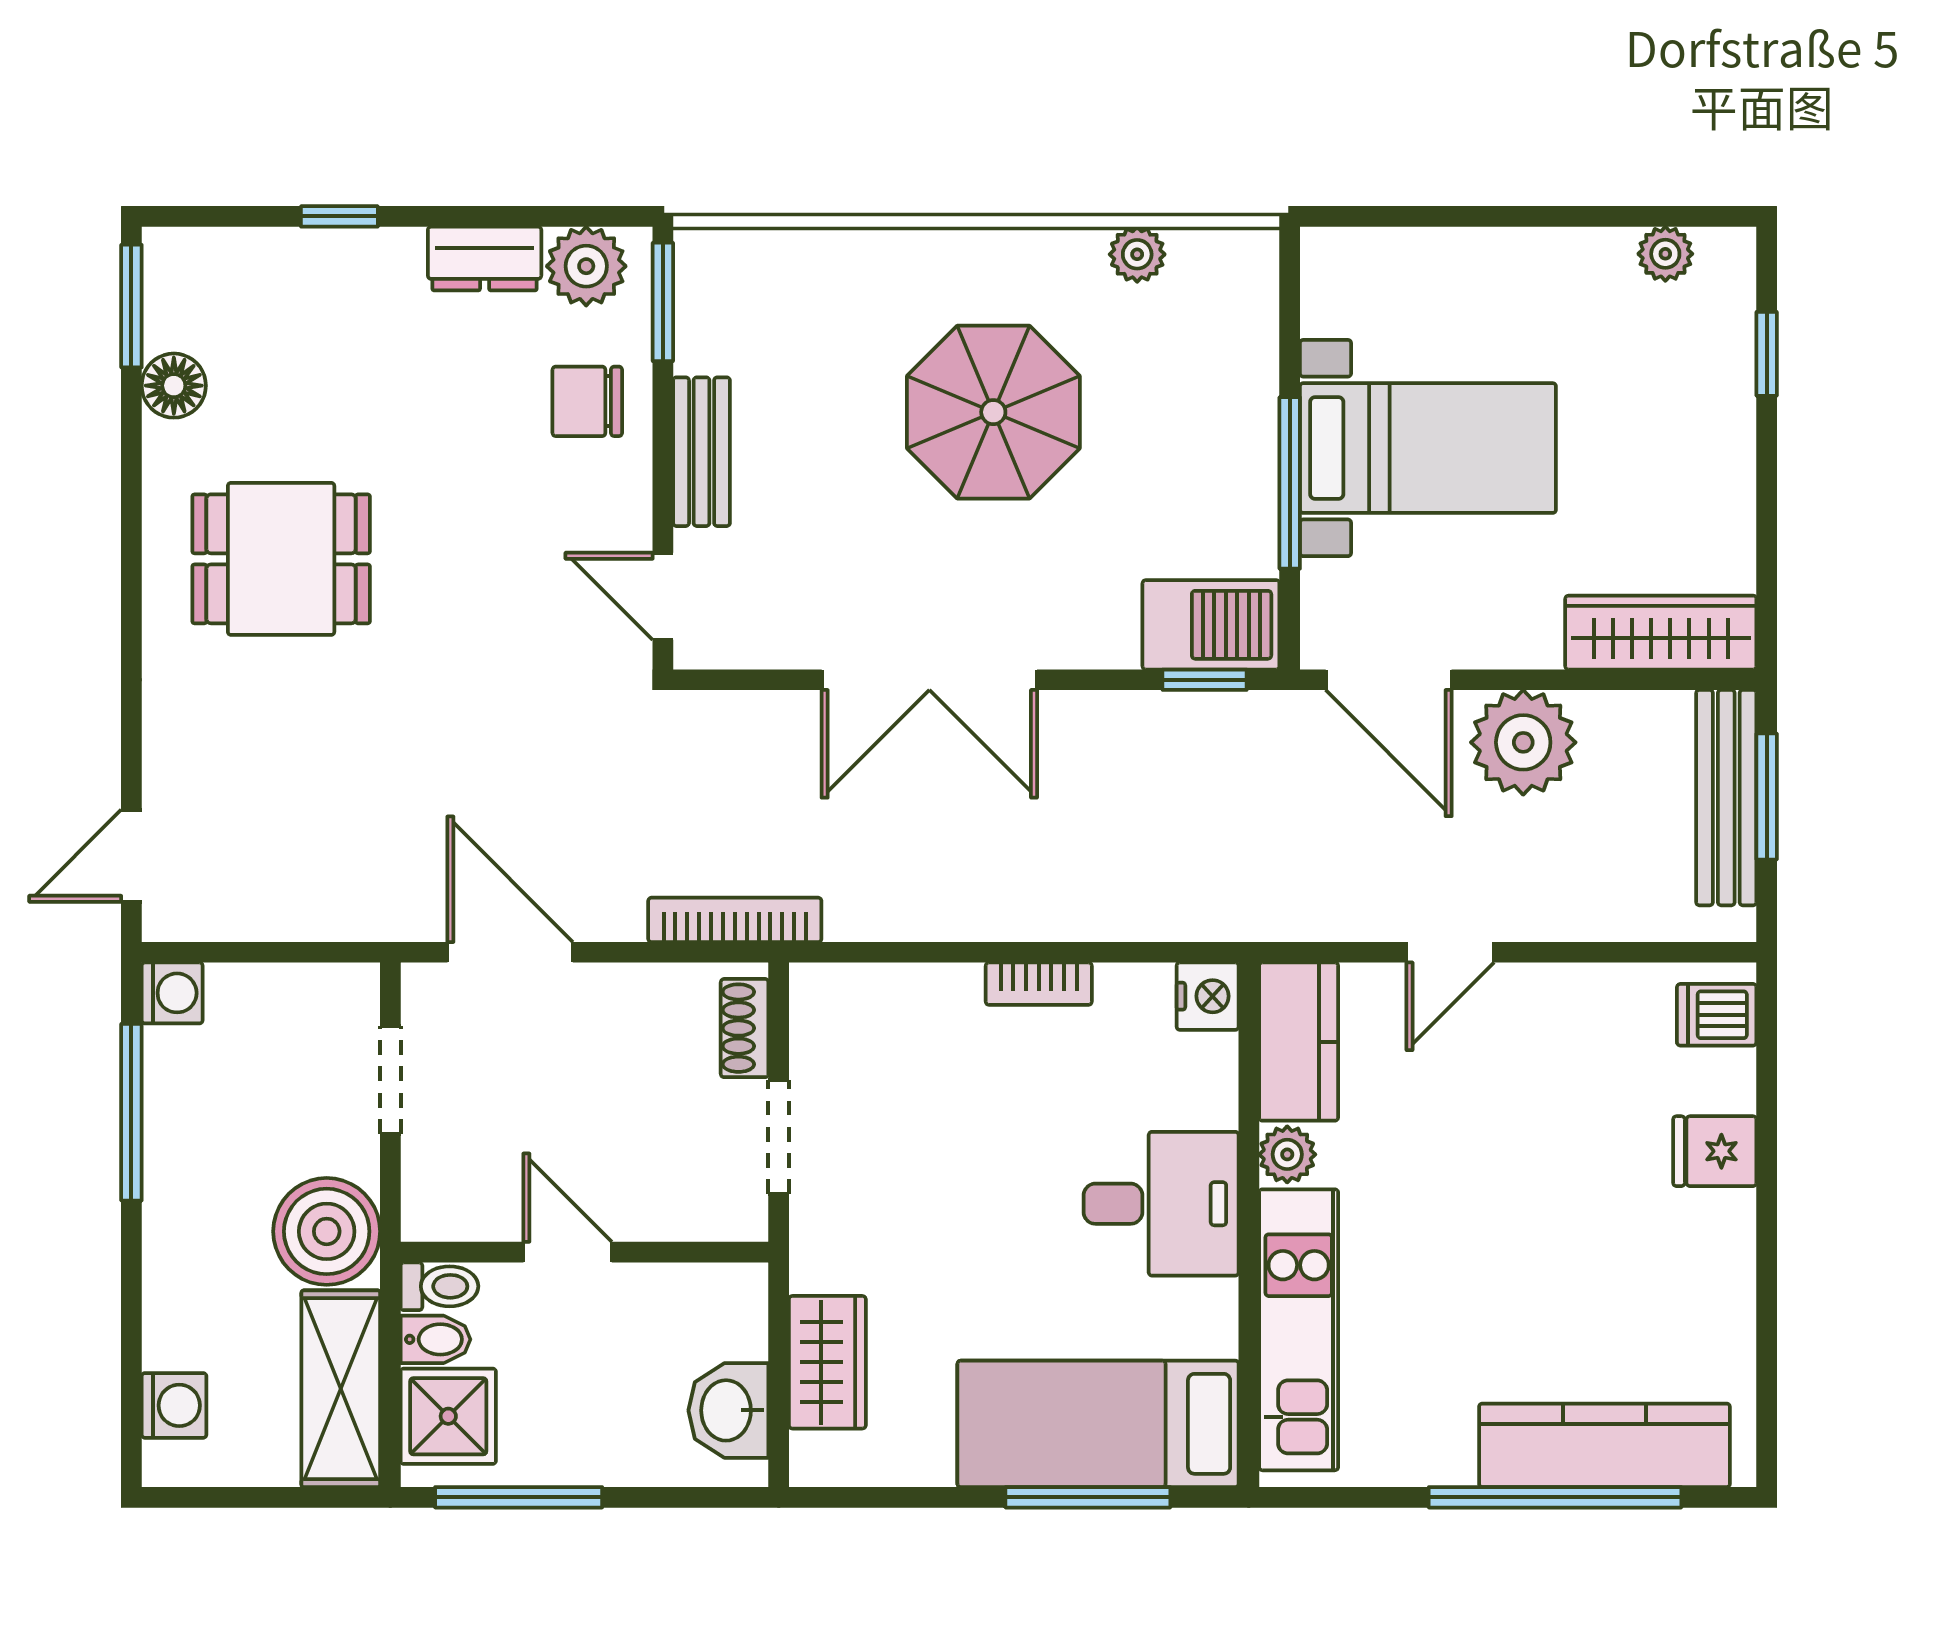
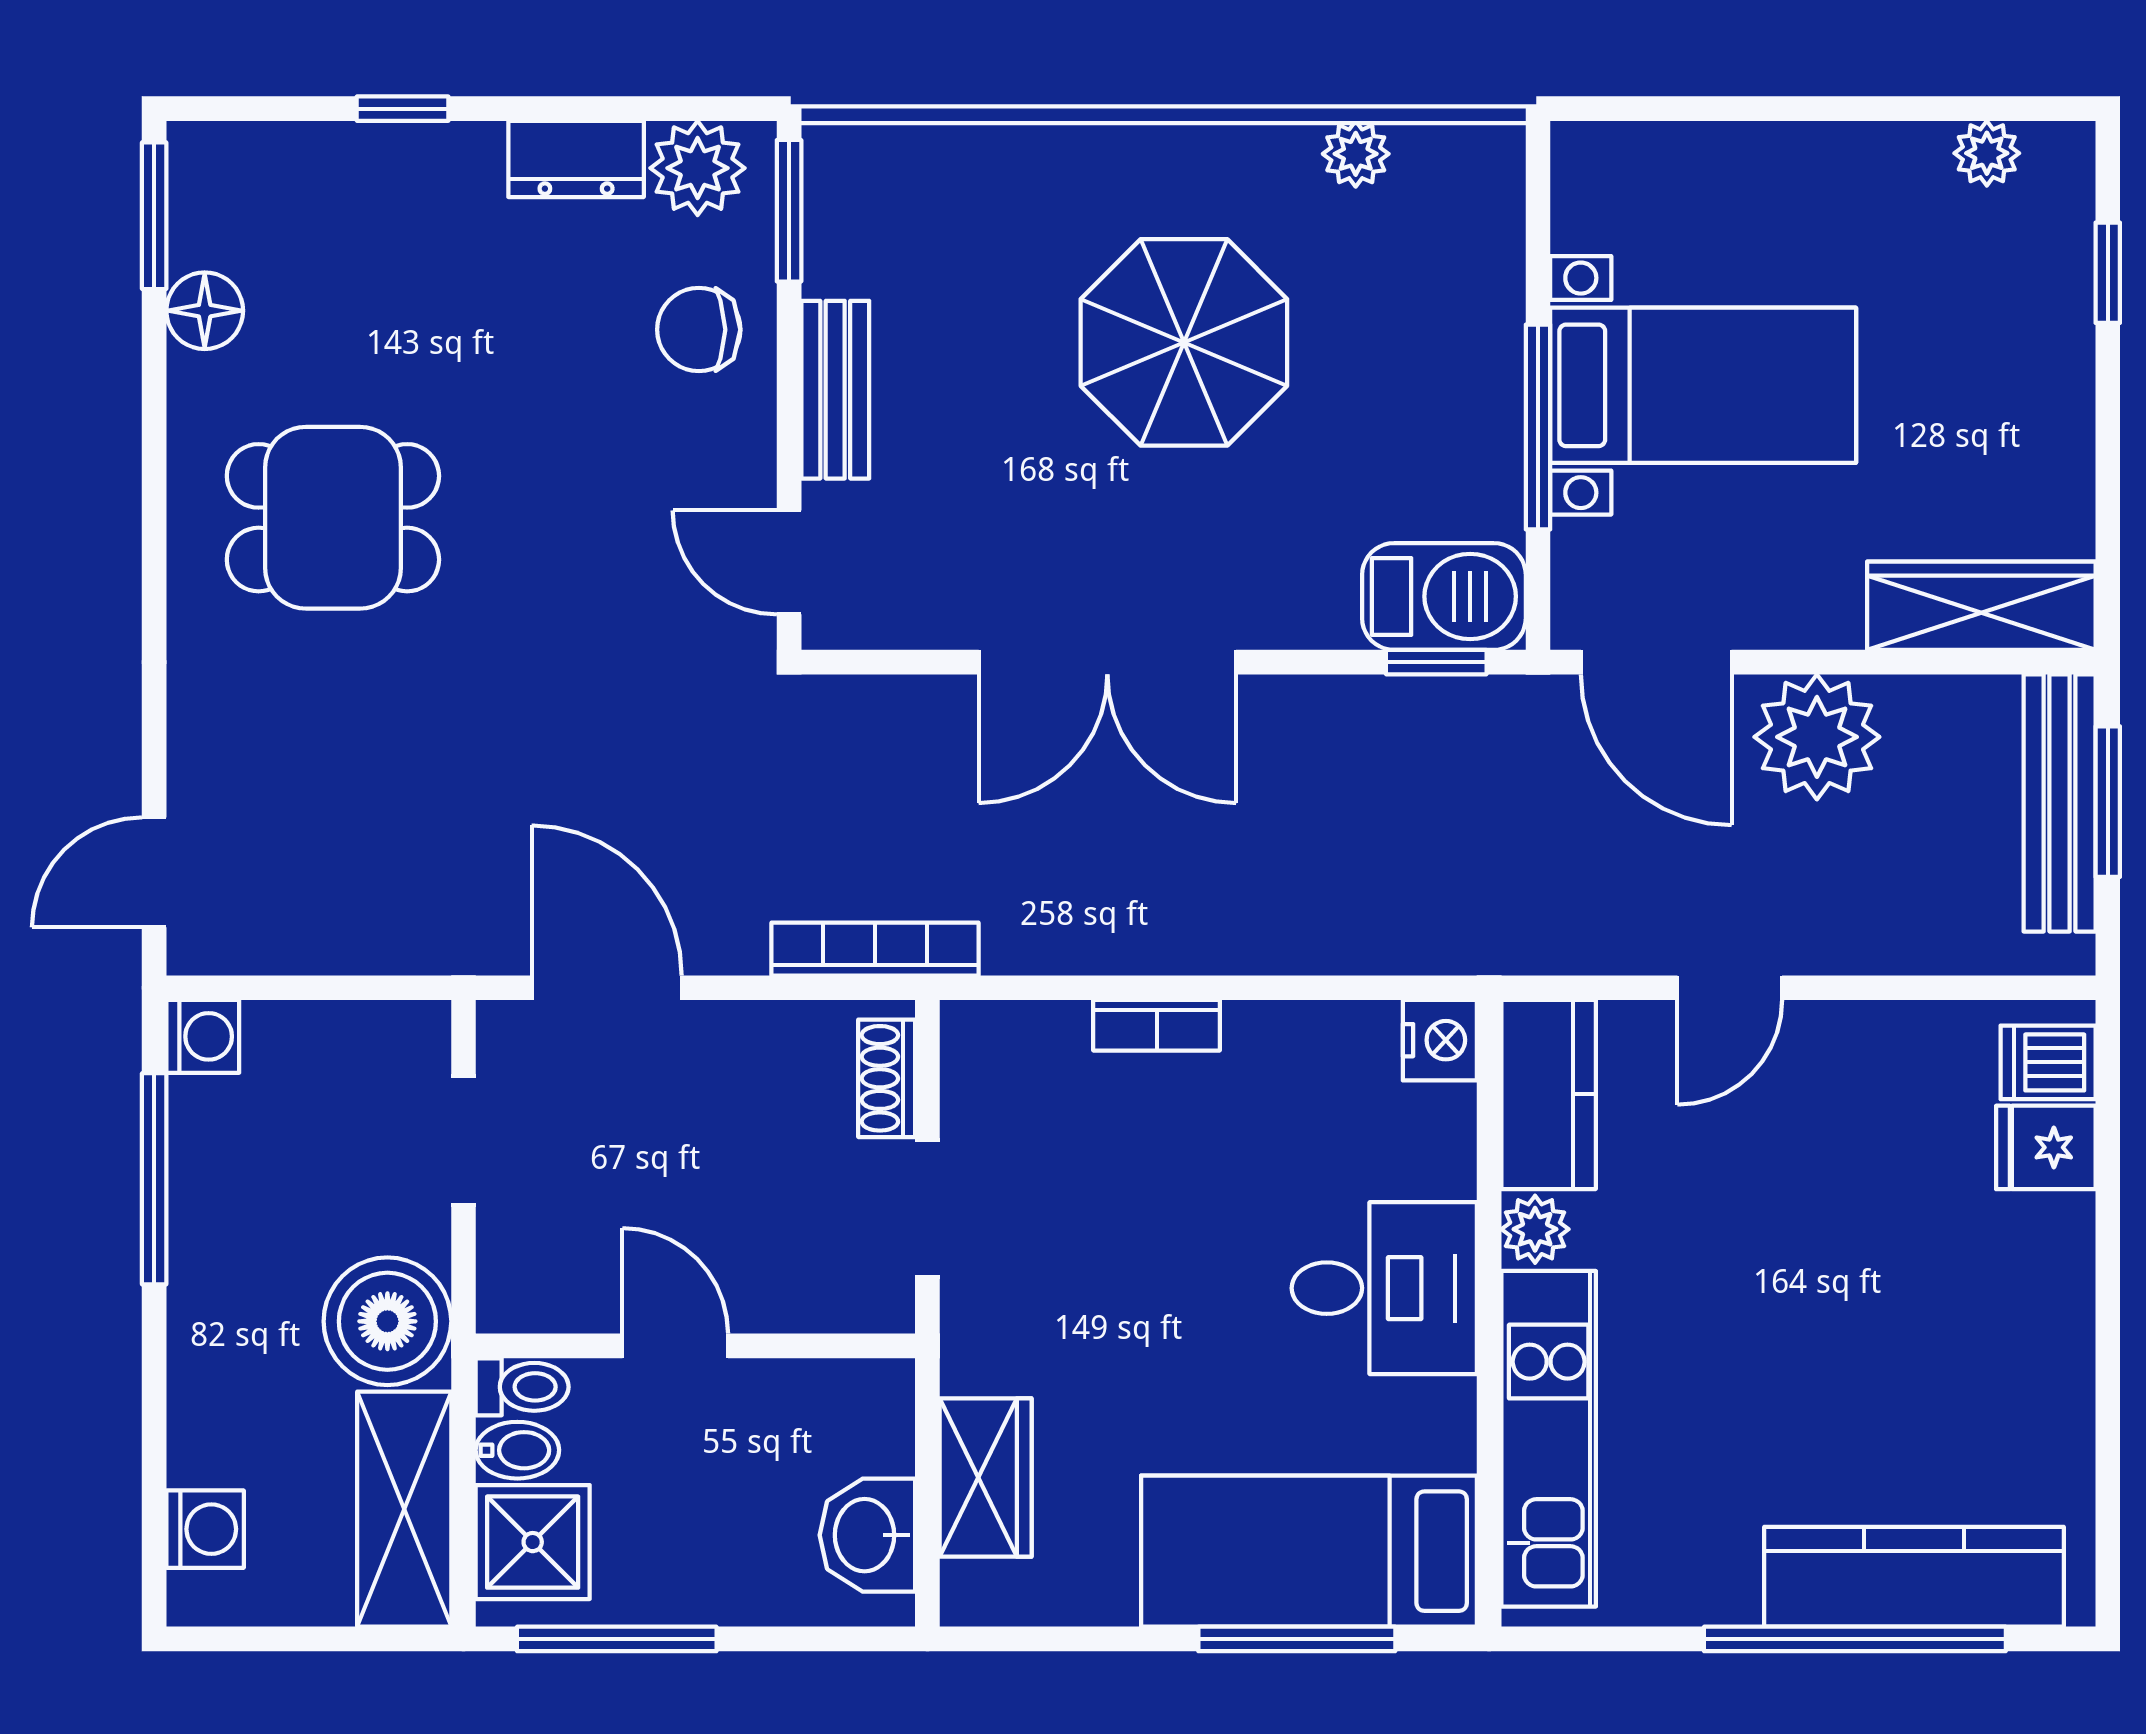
bookcase: (1039, 984) -> (1157, 1025), moved
fridge: (1715, 1151) -> (2046, 1147), moved

